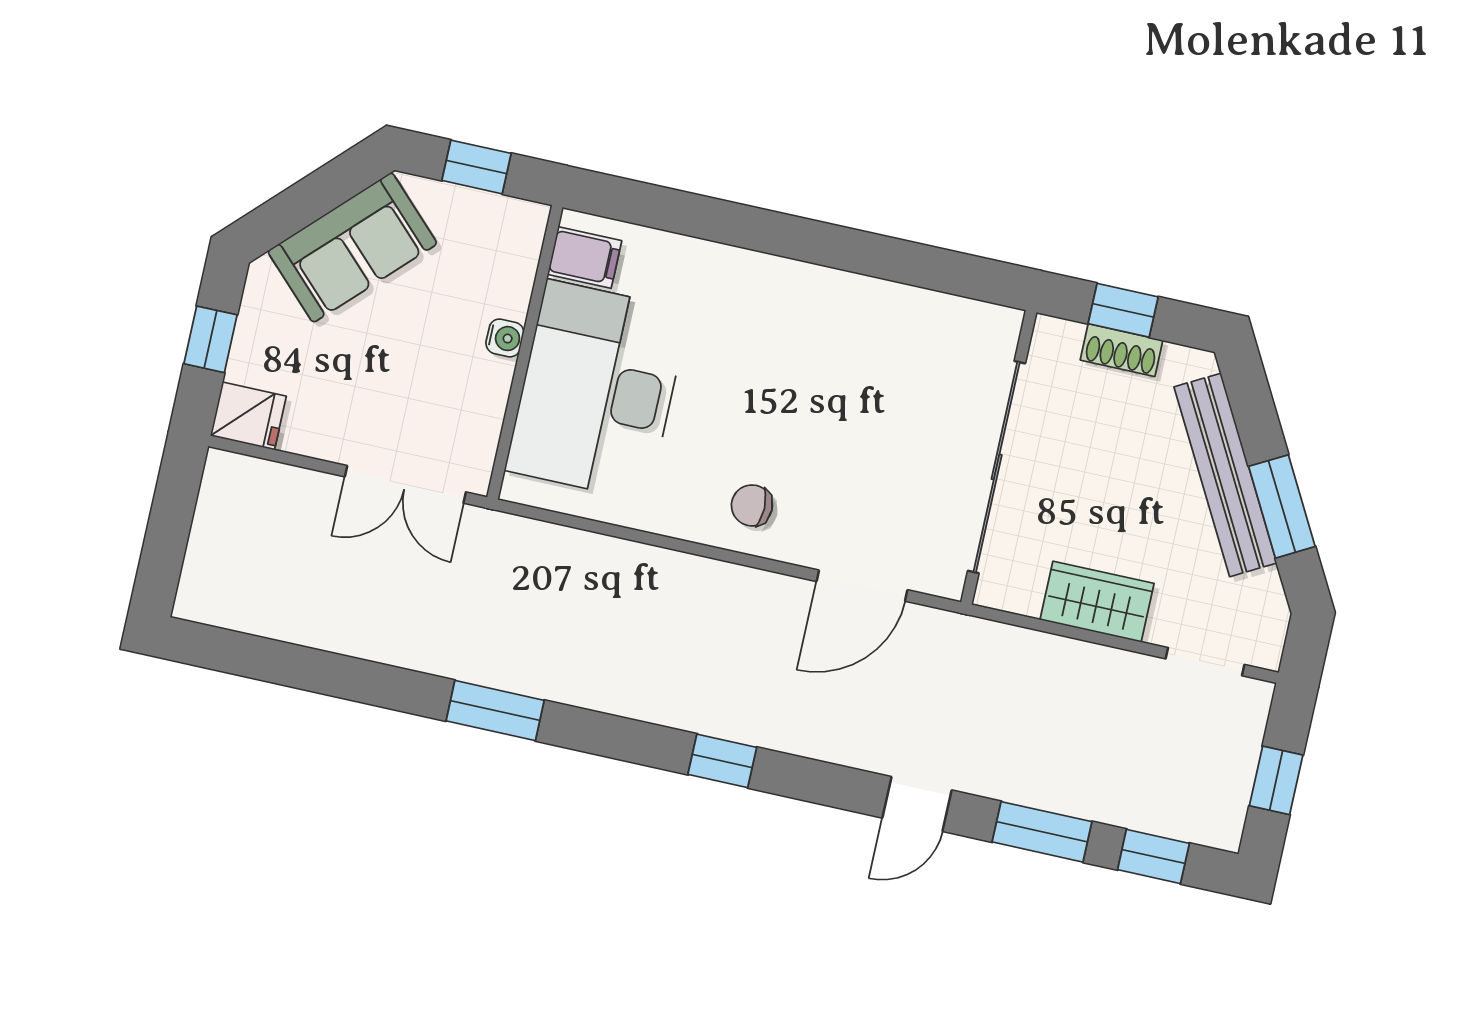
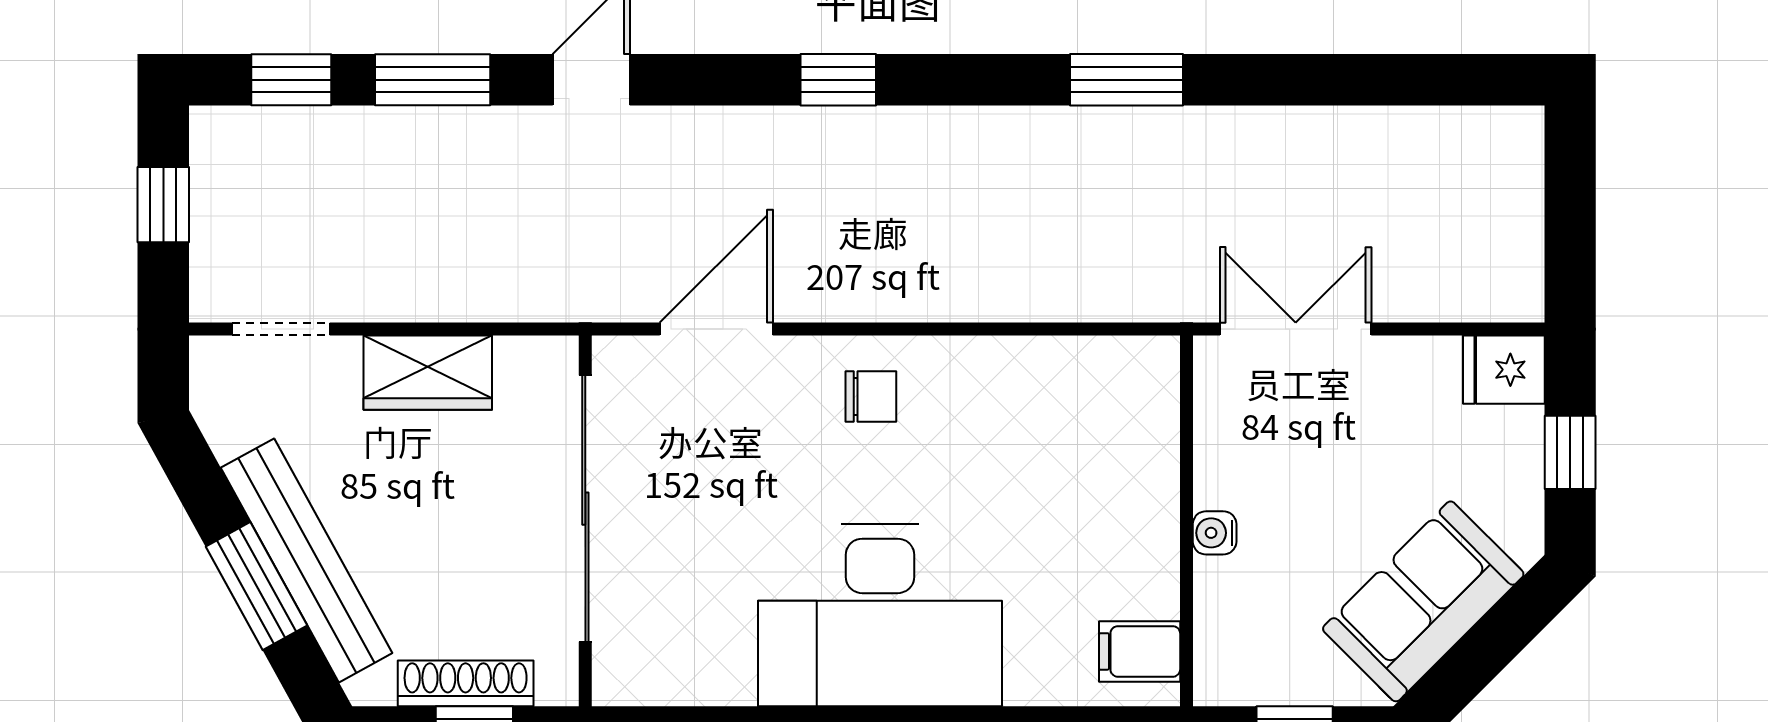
shoe rack: (1122, 350) -> (466, 683), width x1.43
desk: (597, 390) -> (880, 615), moved, turned 90
window: (1282, 506) -> (257, 586), moved

